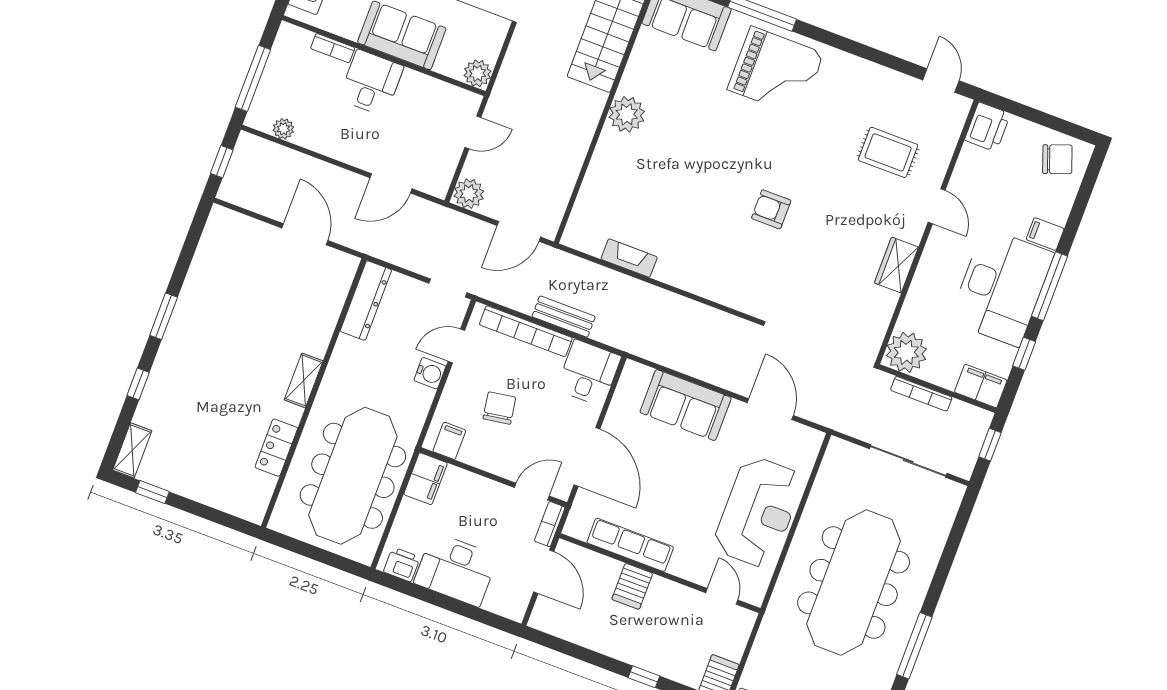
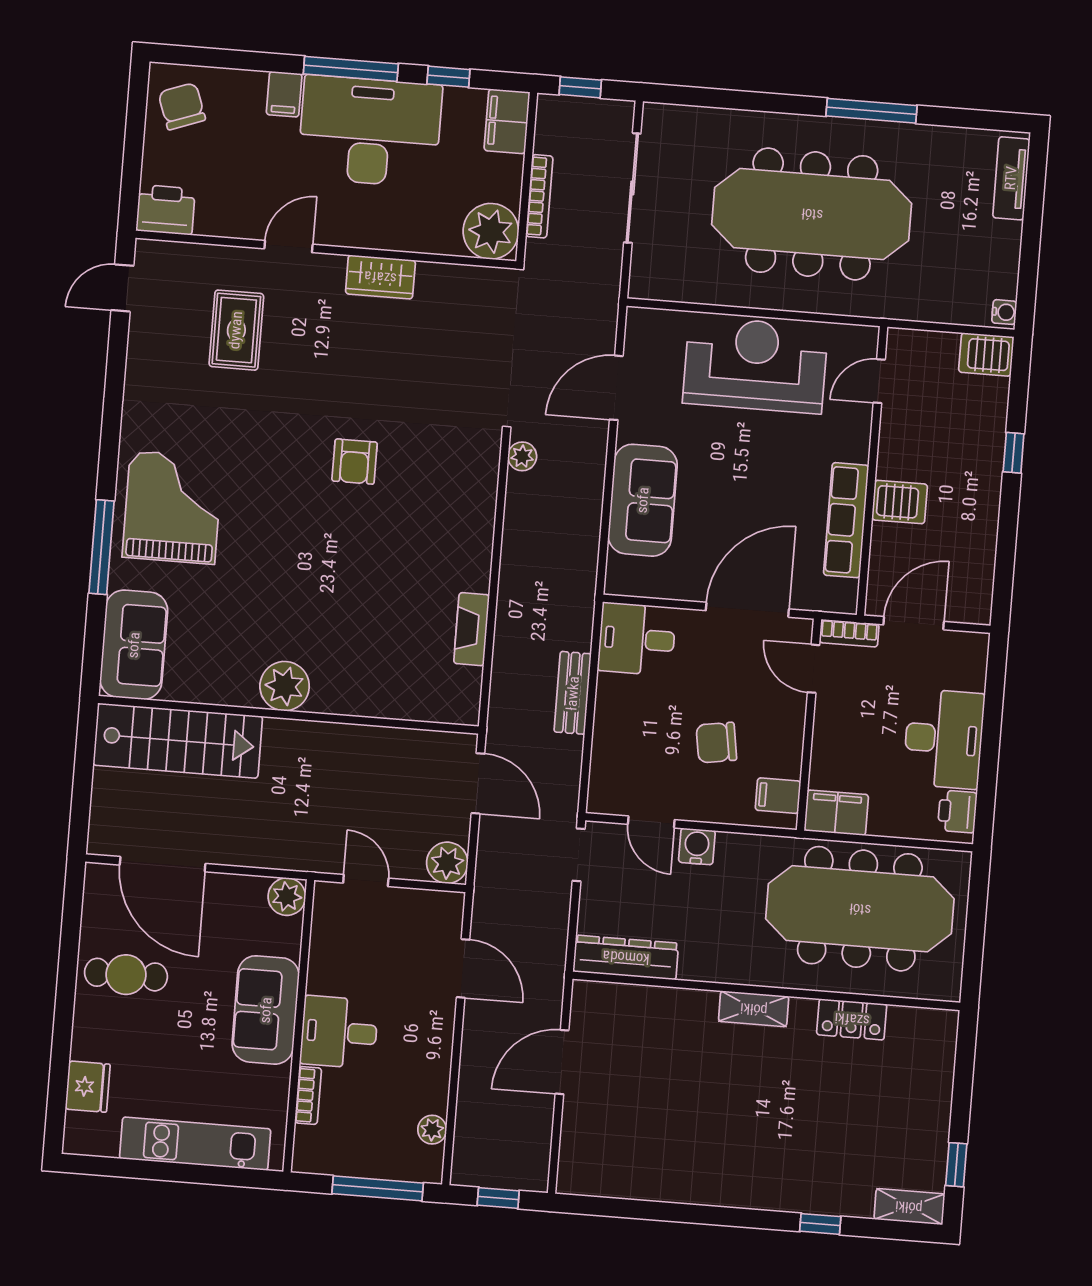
window: (164, 316) -> (722, 1216), removed
plant: (741, 329) -> (522, 456), added
bookcase: (526, 331) -> (606, 737), removed

